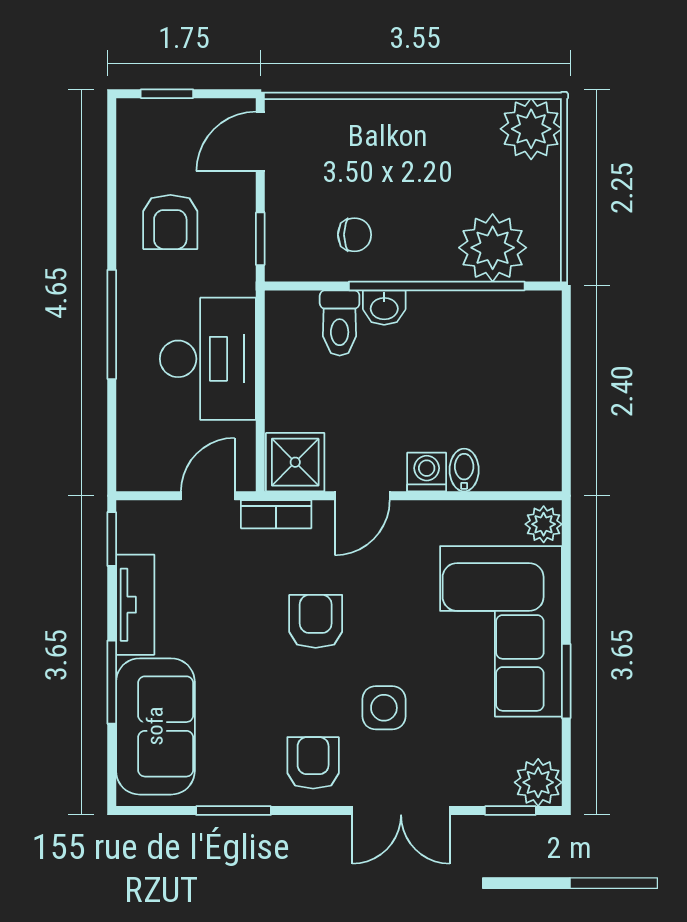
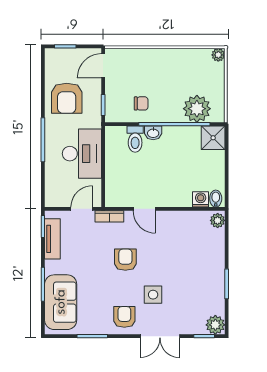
plant: (531, 129) -> (218, 55), width x0.53, depth x0.53
armchair: (170, 222) -> (67, 98), width x1.38, depth x1.38
shower: (295, 462) -> (213, 138), moved
bidet: (464, 470) -> (216, 199), moved
washing machine: (427, 472) -> (201, 199), moved
door: (362, 496) -> (144, 209), hinge flipped
tv unit: (135, 605) -> (52, 239), moved
corner sofa: (501, 631) -> (200, 264), removed

